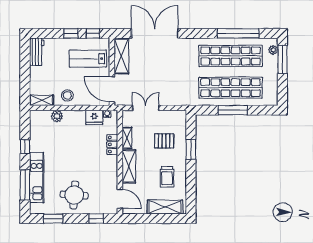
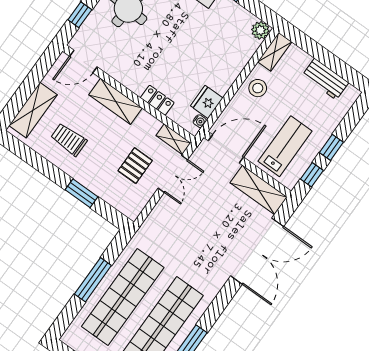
workbench: (37, 52) -> (325, 79), moved
plant: (57, 116) -> (260, 30), moved
shelving: (127, 138) -> (173, 139), moved
pallet: (164, 141) -> (135, 166), moved

